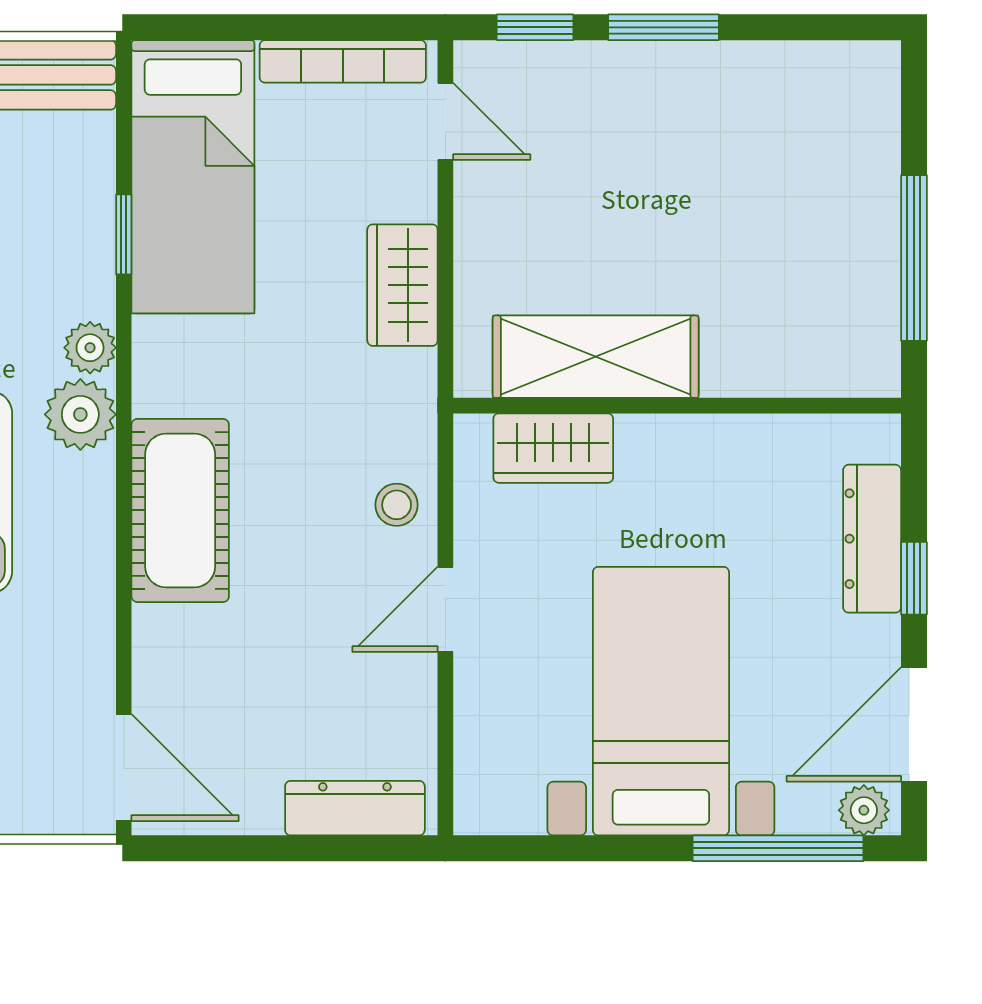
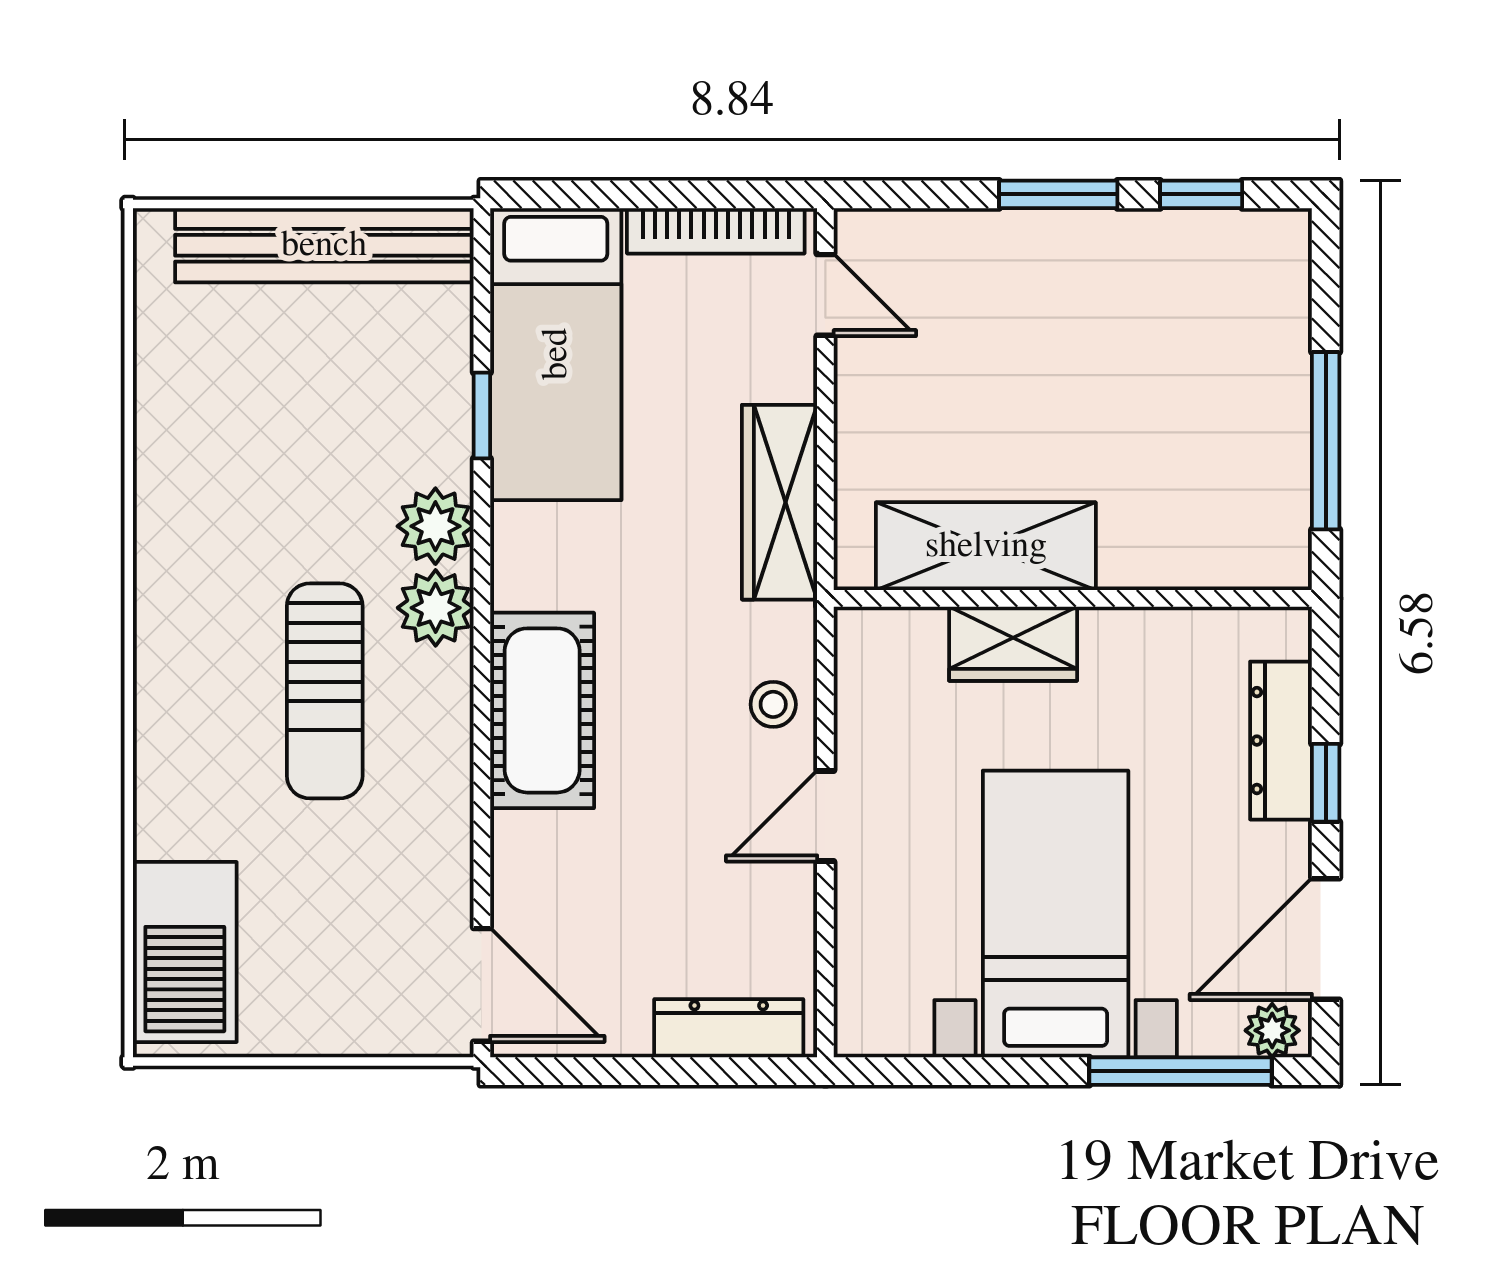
window: (535, 27) -> (1201, 194), moved
wardrobe: (402, 285) -> (780, 502), width x1.50
plant: (90, 348) -> (435, 526), width x1.38, depth x1.38
wardrobe: (553, 448) -> (1013, 644), moved

